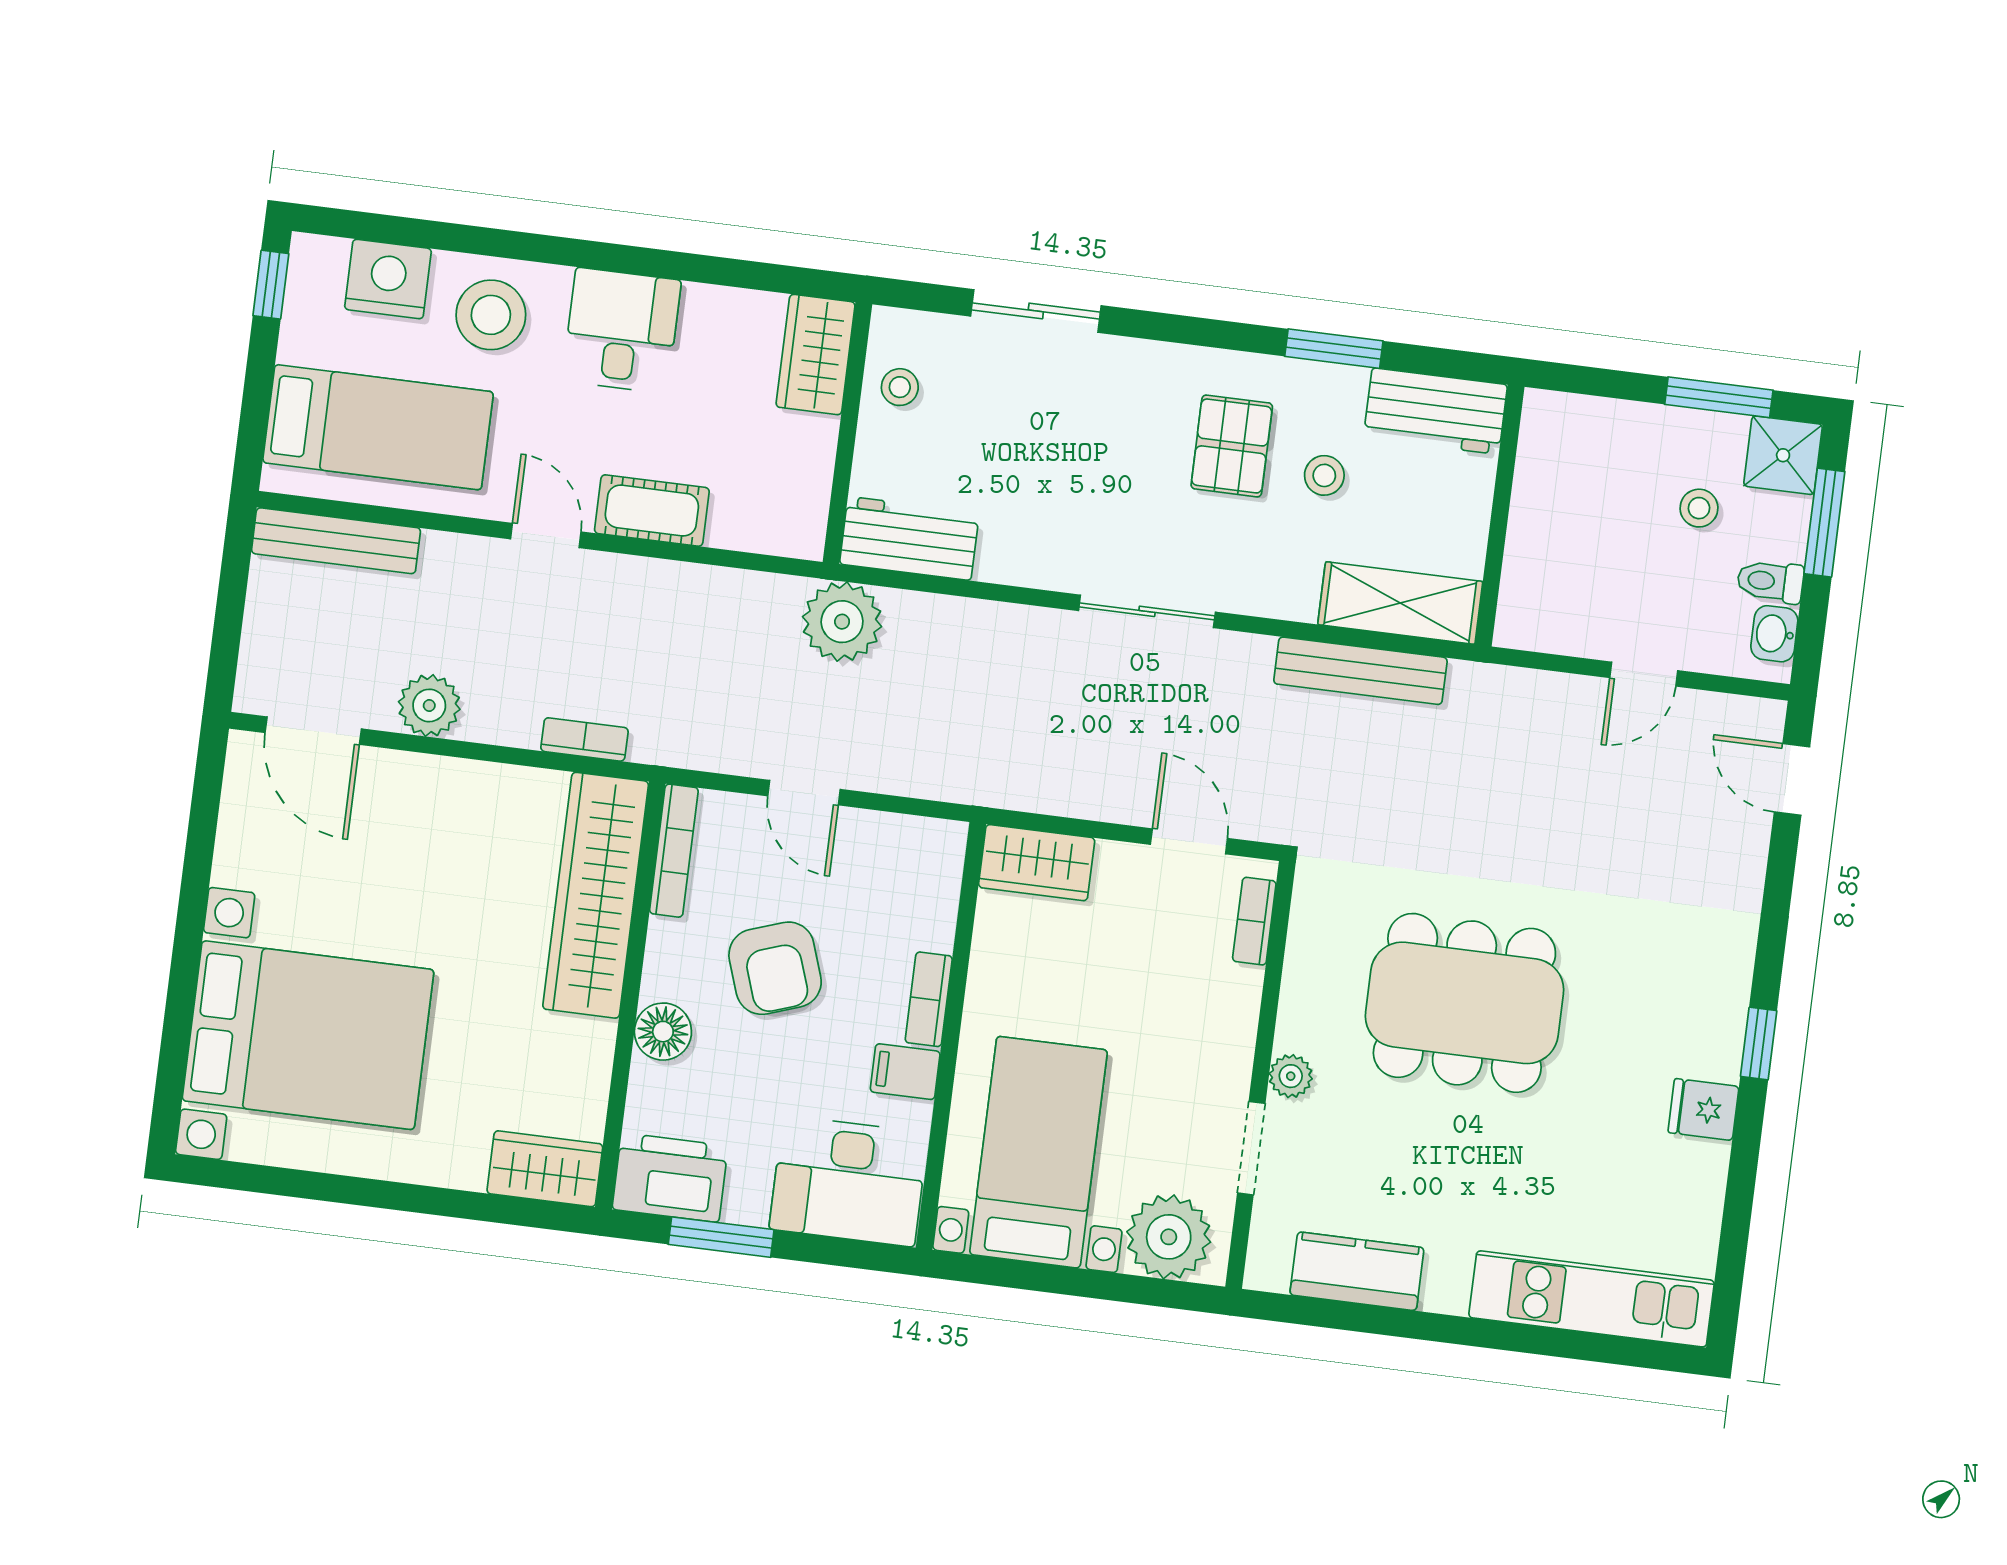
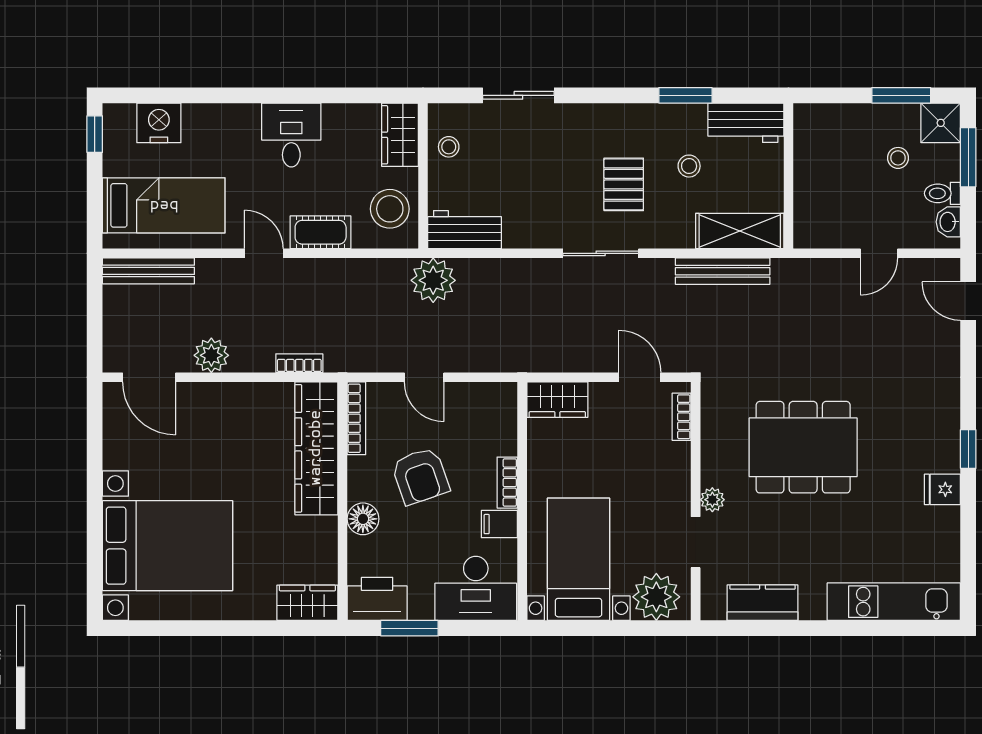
stool: (491, 315) -> (390, 209), moved
pallet: (1232, 446) -> (624, 184), moved

